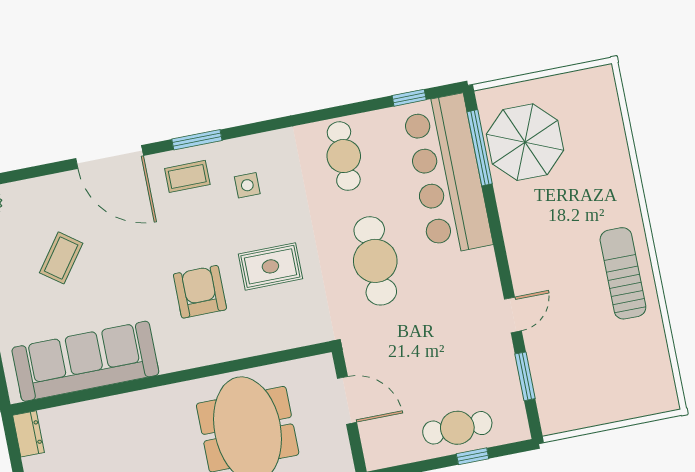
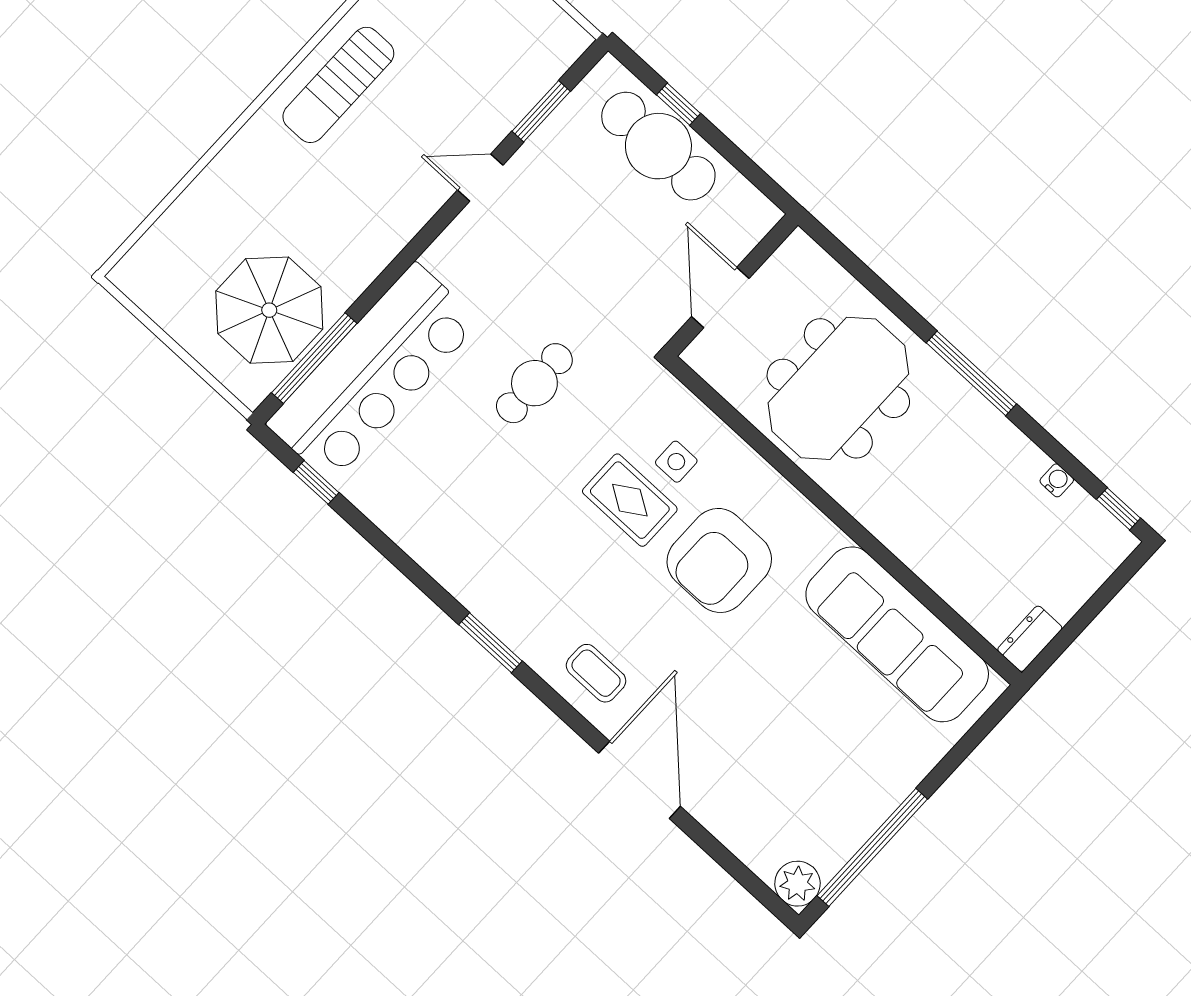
window: (197, 140) -> (491, 643), moved
cafe table: (344, 156) -> (440, 509), removed
side table: (247, 185) -> (676, 462), moved
coffee table: (61, 258) -> (798, 750), removed
cafe table: (375, 261) -> (534, 383), width x0.73, depth x0.74
armchair: (200, 292) -> (719, 560), width x1.36, depth x1.36
cafe table: (457, 428) -> (658, 146), width x1.37, depth x1.35

